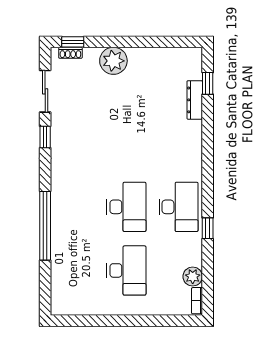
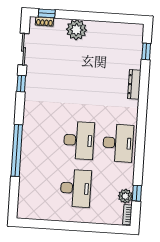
dresser: (195, 100) -> (134, 84), moved
window: (208, 228) -> (137, 193), moved

